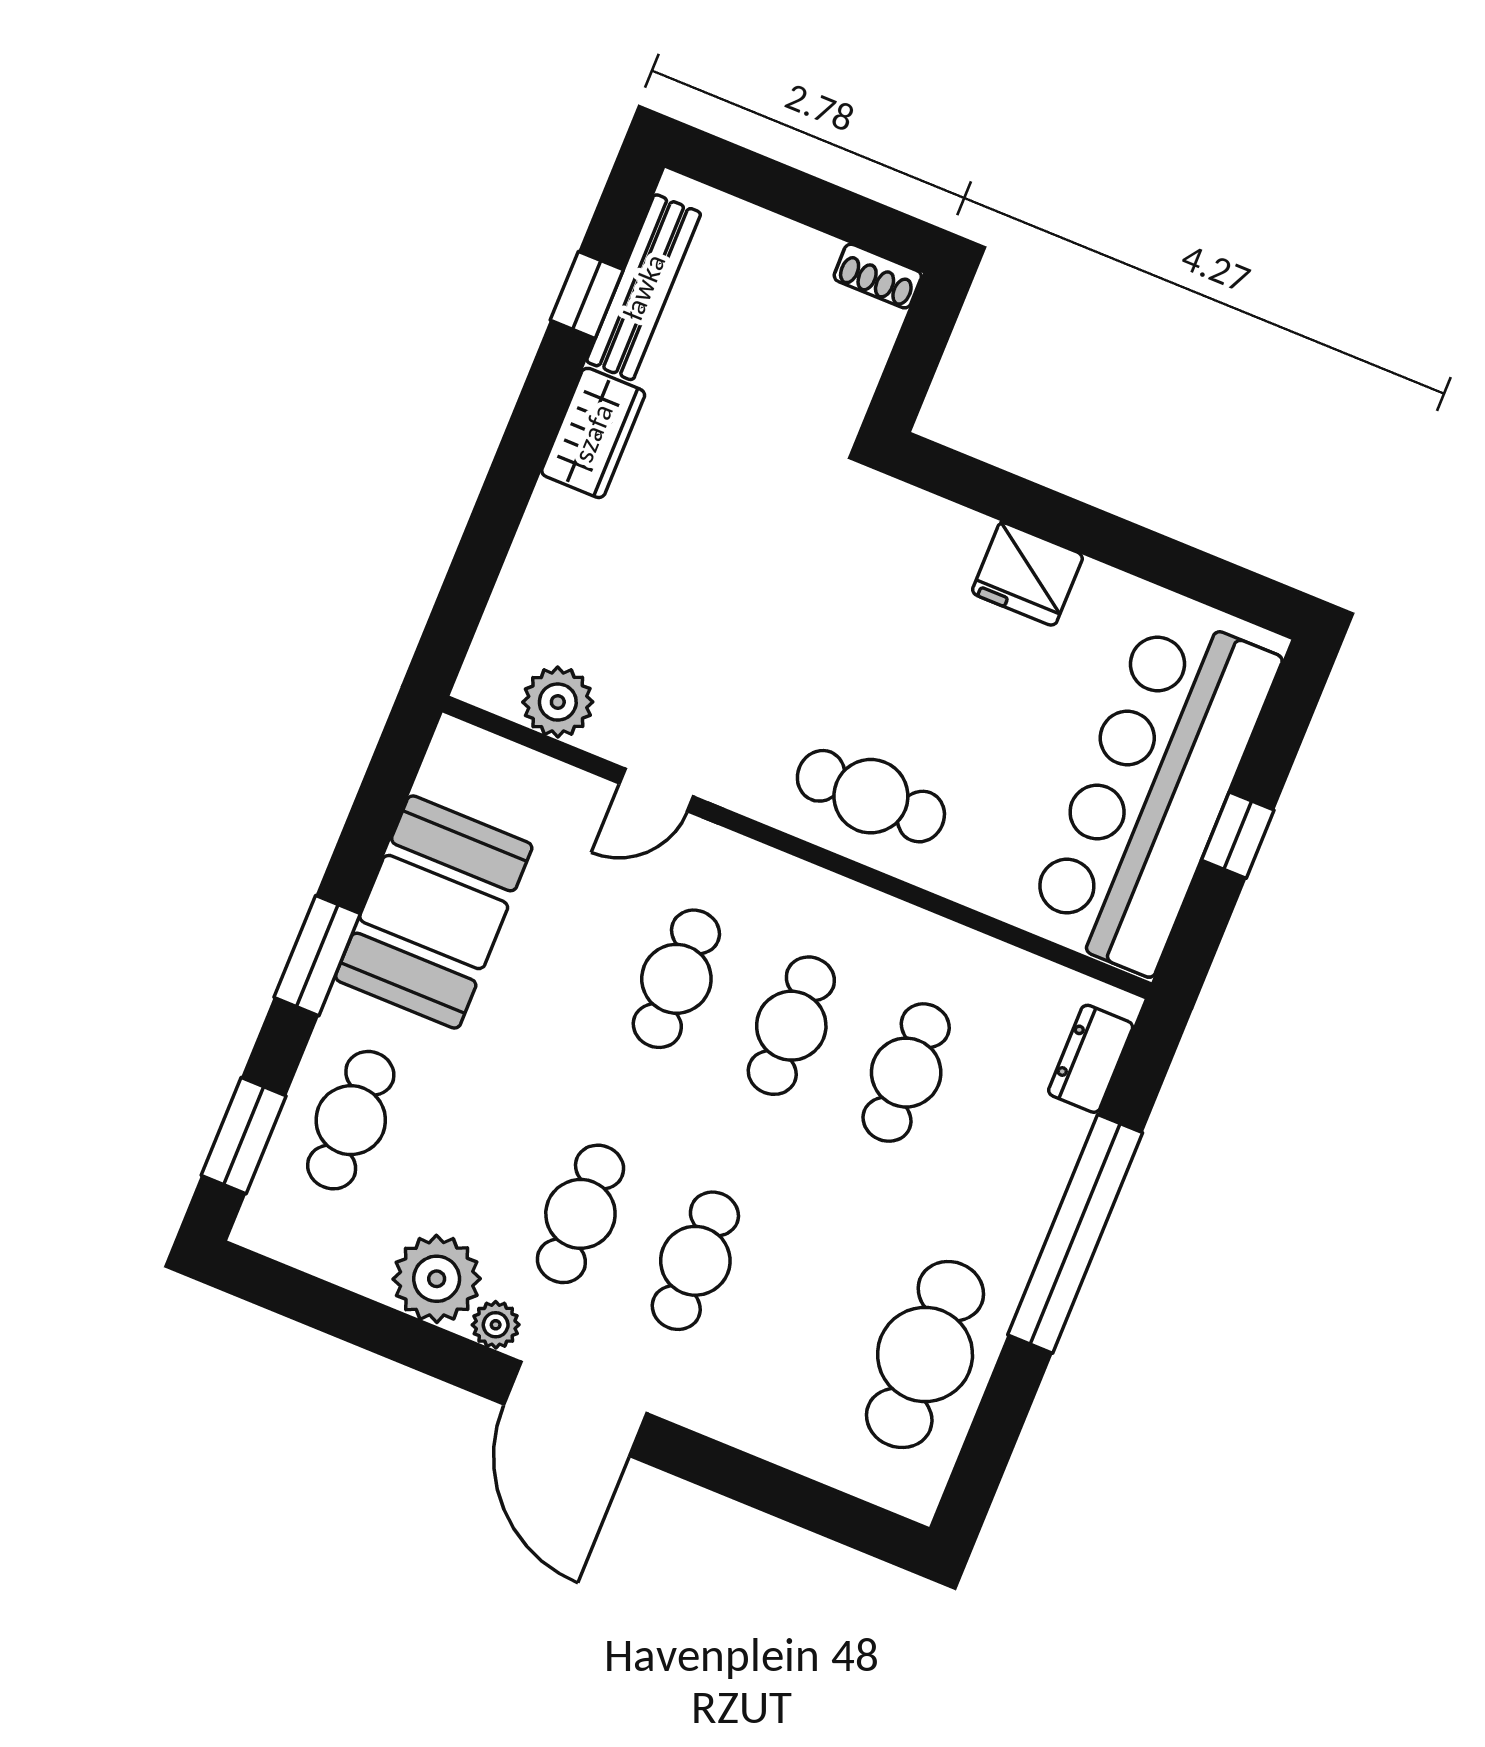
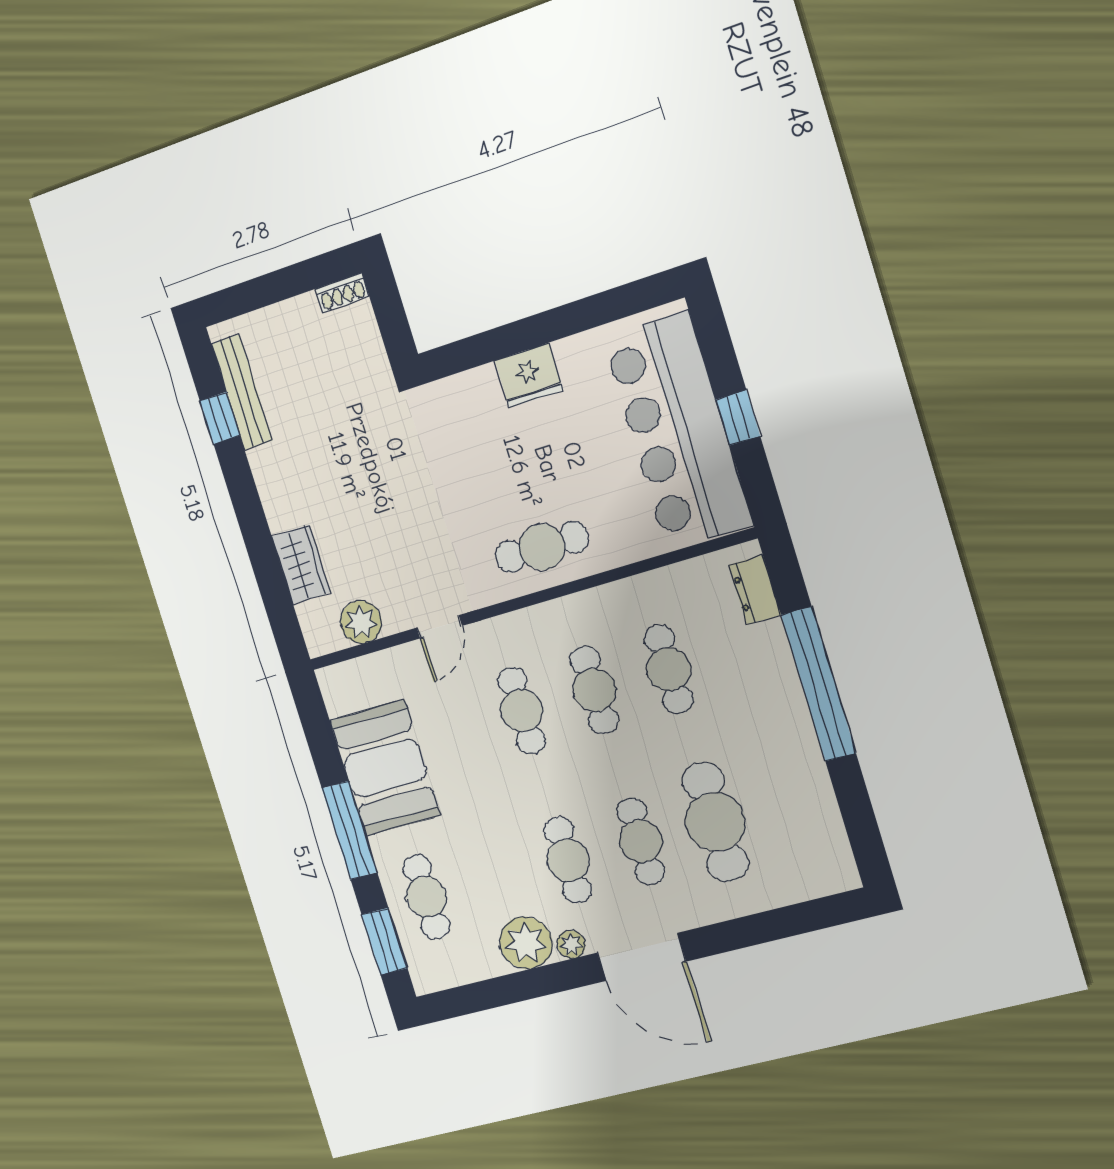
wardrobe: (593, 433) -> (301, 564), moved
window: (317, 956) -> (350, 830), width x1.44
cafe table: (925, 1355) -> (715, 822), moved

